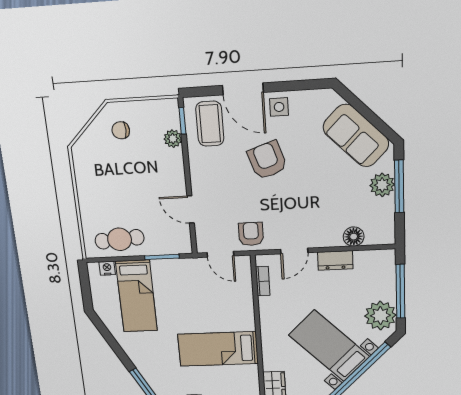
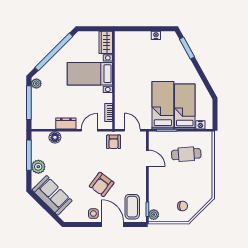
plant: (173, 139) -> (154, 215), moved
armchair: (267, 160) -> (102, 184), turned 56
window: (399, 186) -> (29, 155), moved
cafe table: (120, 239) -> (186, 154), moved
plant: (380, 316) -> (36, 84), width x0.53, depth x0.53
bed with nightstands: (329, 346) -> (90, 74), moved, turned 135
bed: (218, 349) -> (163, 105), moved, turned -90

